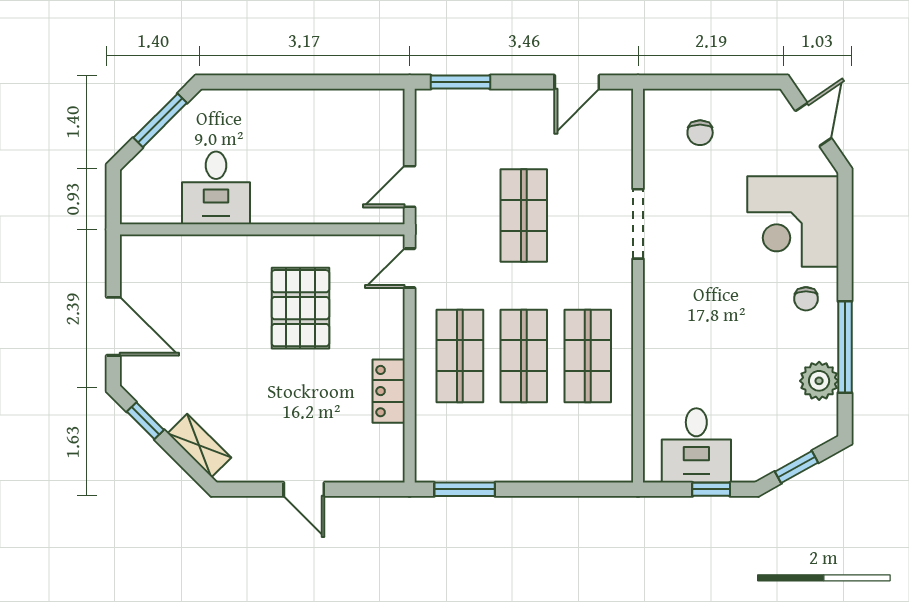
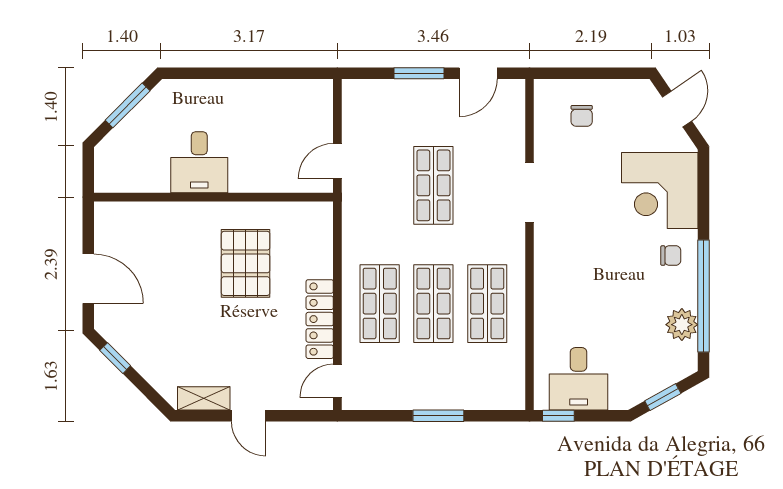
window: (460, 82) -> (419, 73), moved
desk: (216, 188) -> (199, 162), moved
door: (410, 268) -> (337, 381), moved
chair: (806, 299) -> (671, 256), turned -90
window: (845, 347) -> (704, 296), width x1.46
locker: (389, 391) -> (320, 319), width x1.53
shelving: (199, 446) -> (204, 398), moved, turned -45
window: (465, 489) -> (438, 416), moved
window: (711, 489) -> (558, 416), moved

